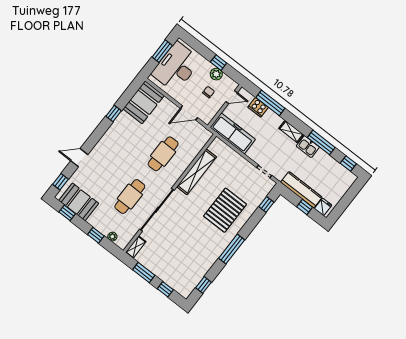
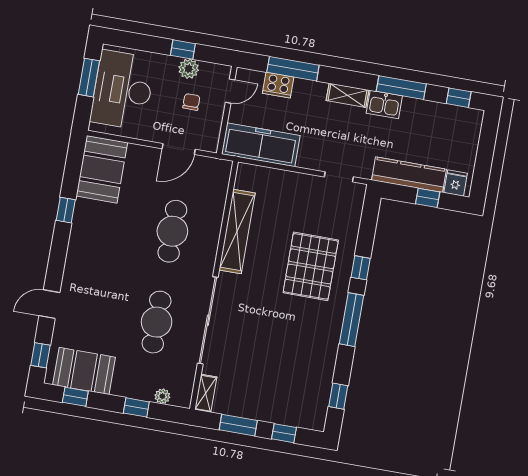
window: (266, 204) -> (361, 268), moved

